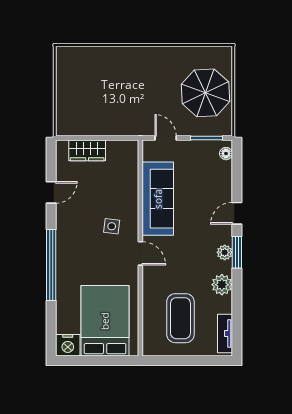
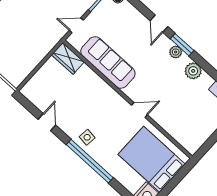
wardrobe: (87, 150) -> (68, 58), moved, turned 90
side table: (112, 226) -> (87, 137), moved
door: (140, 253) -> (139, 110), moved
coffee table: (180, 318) -> (191, 113), removed

